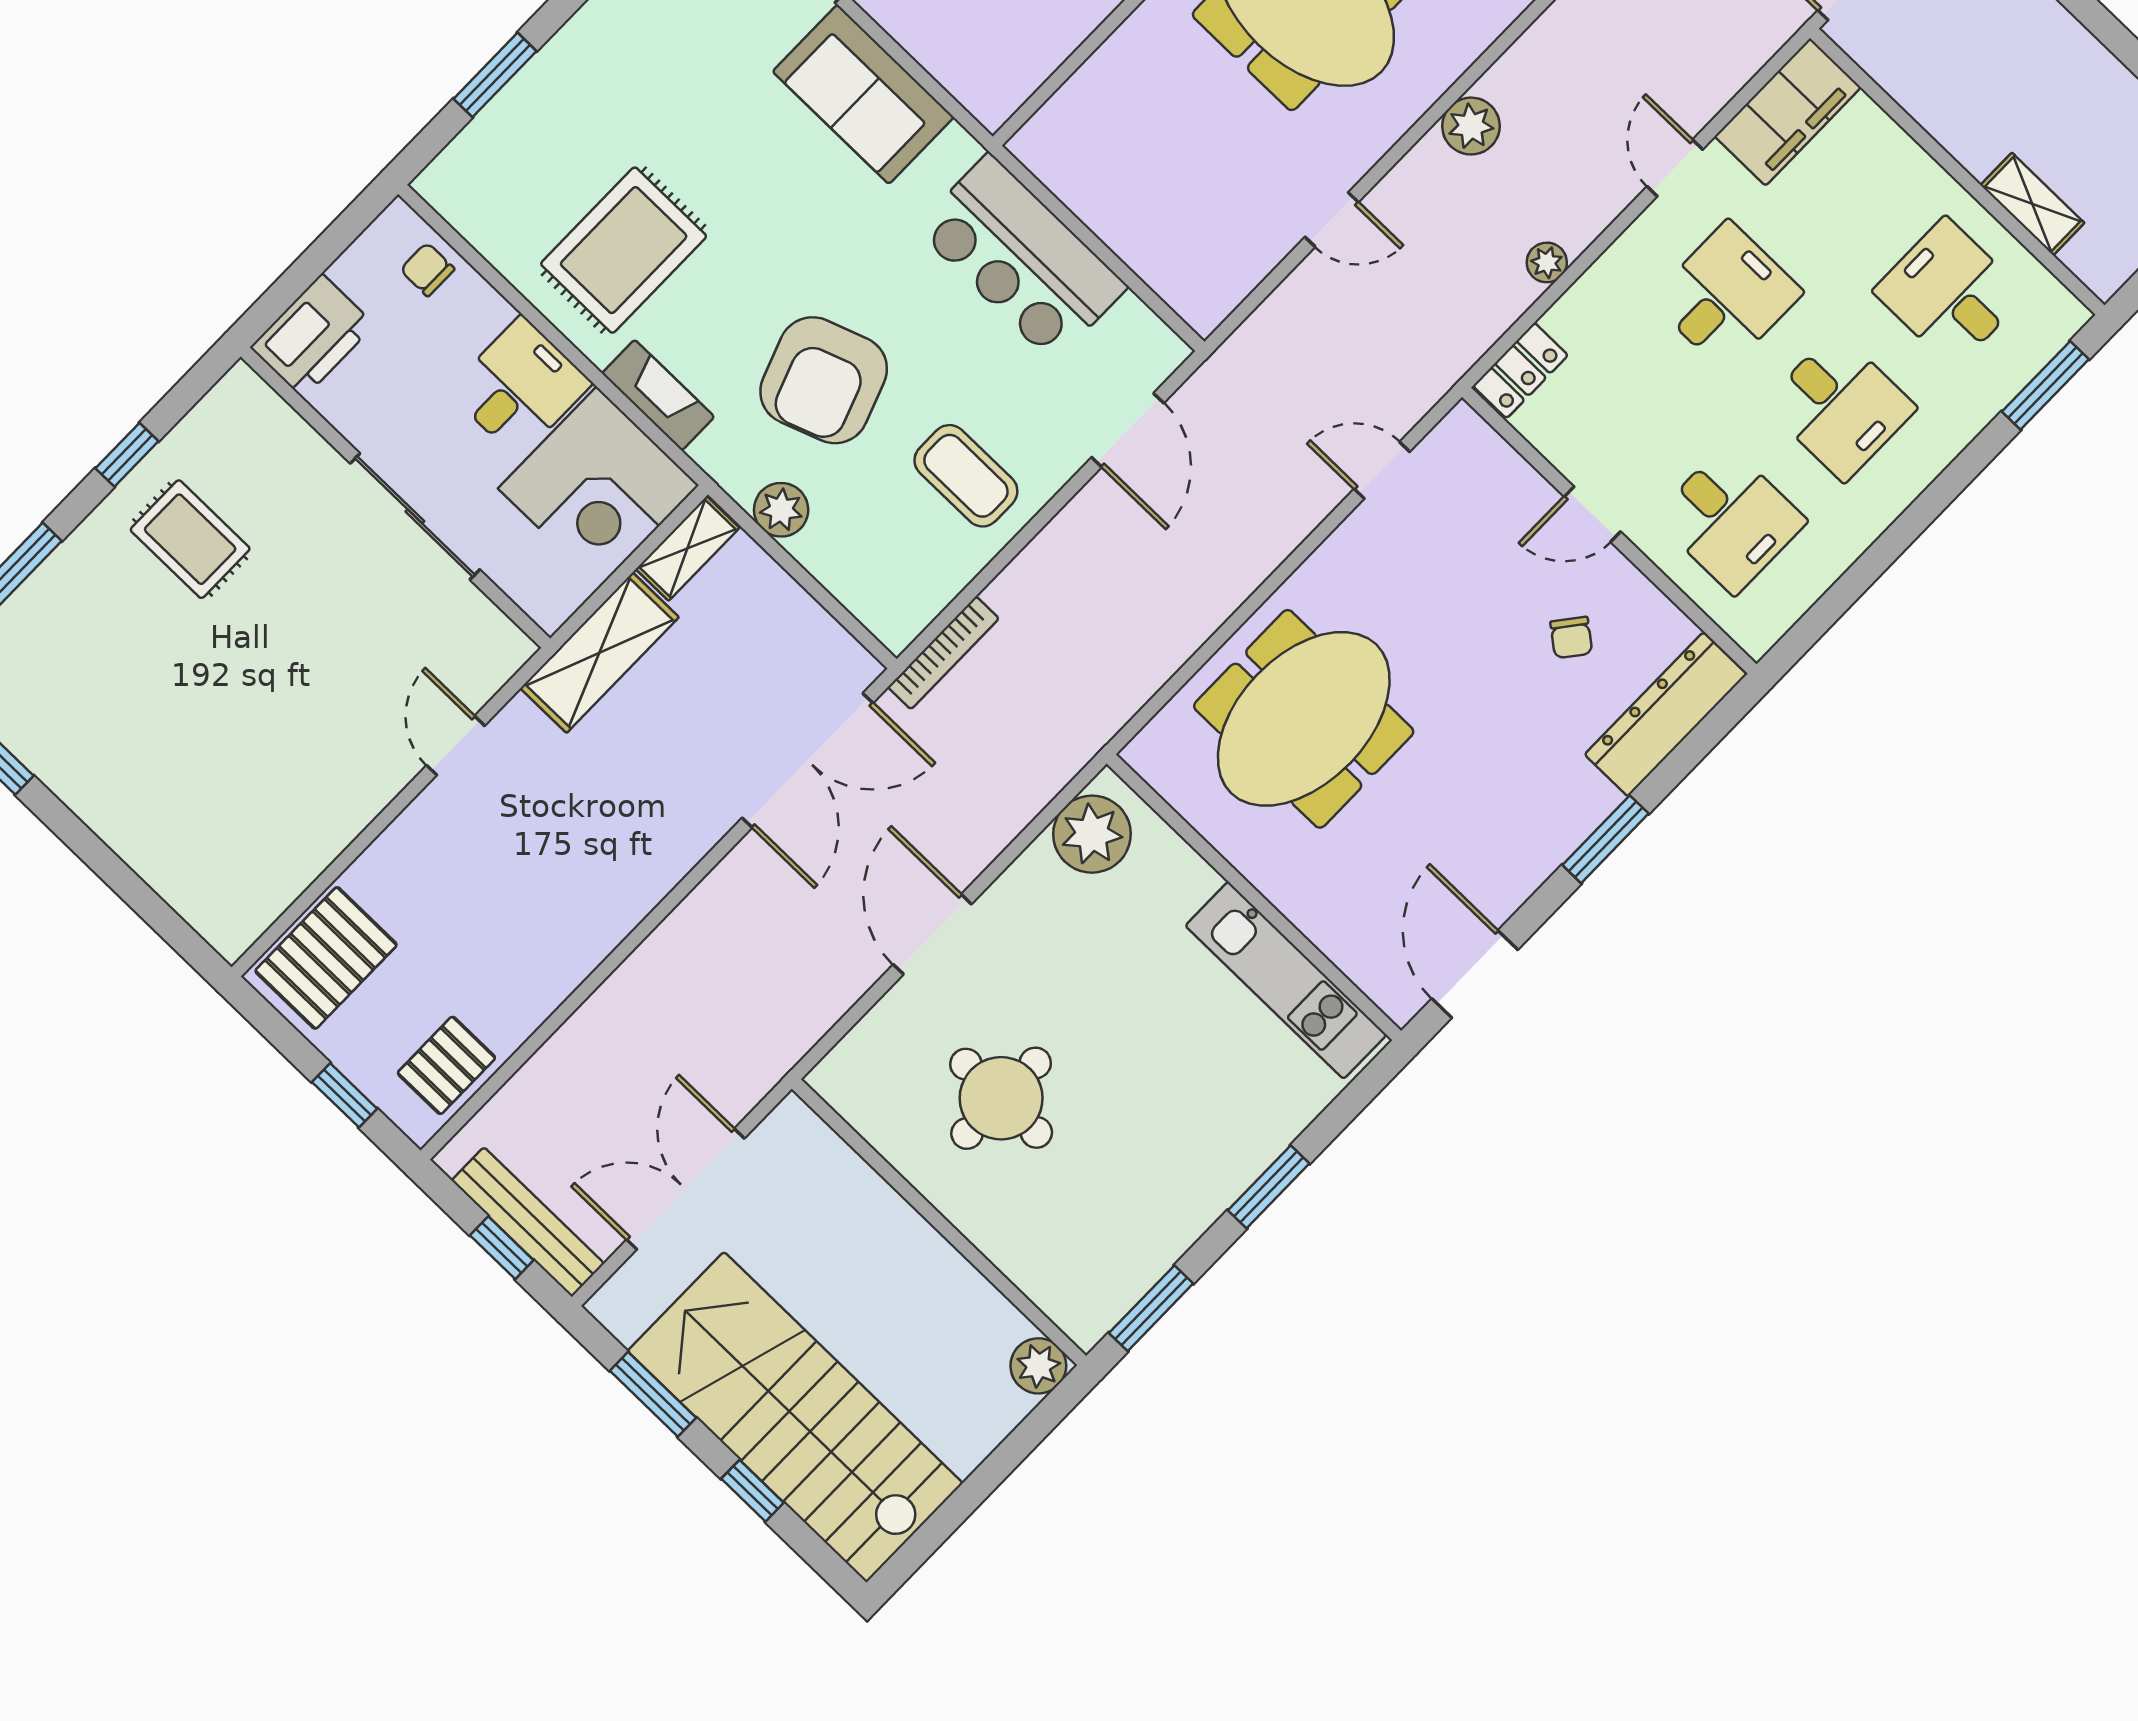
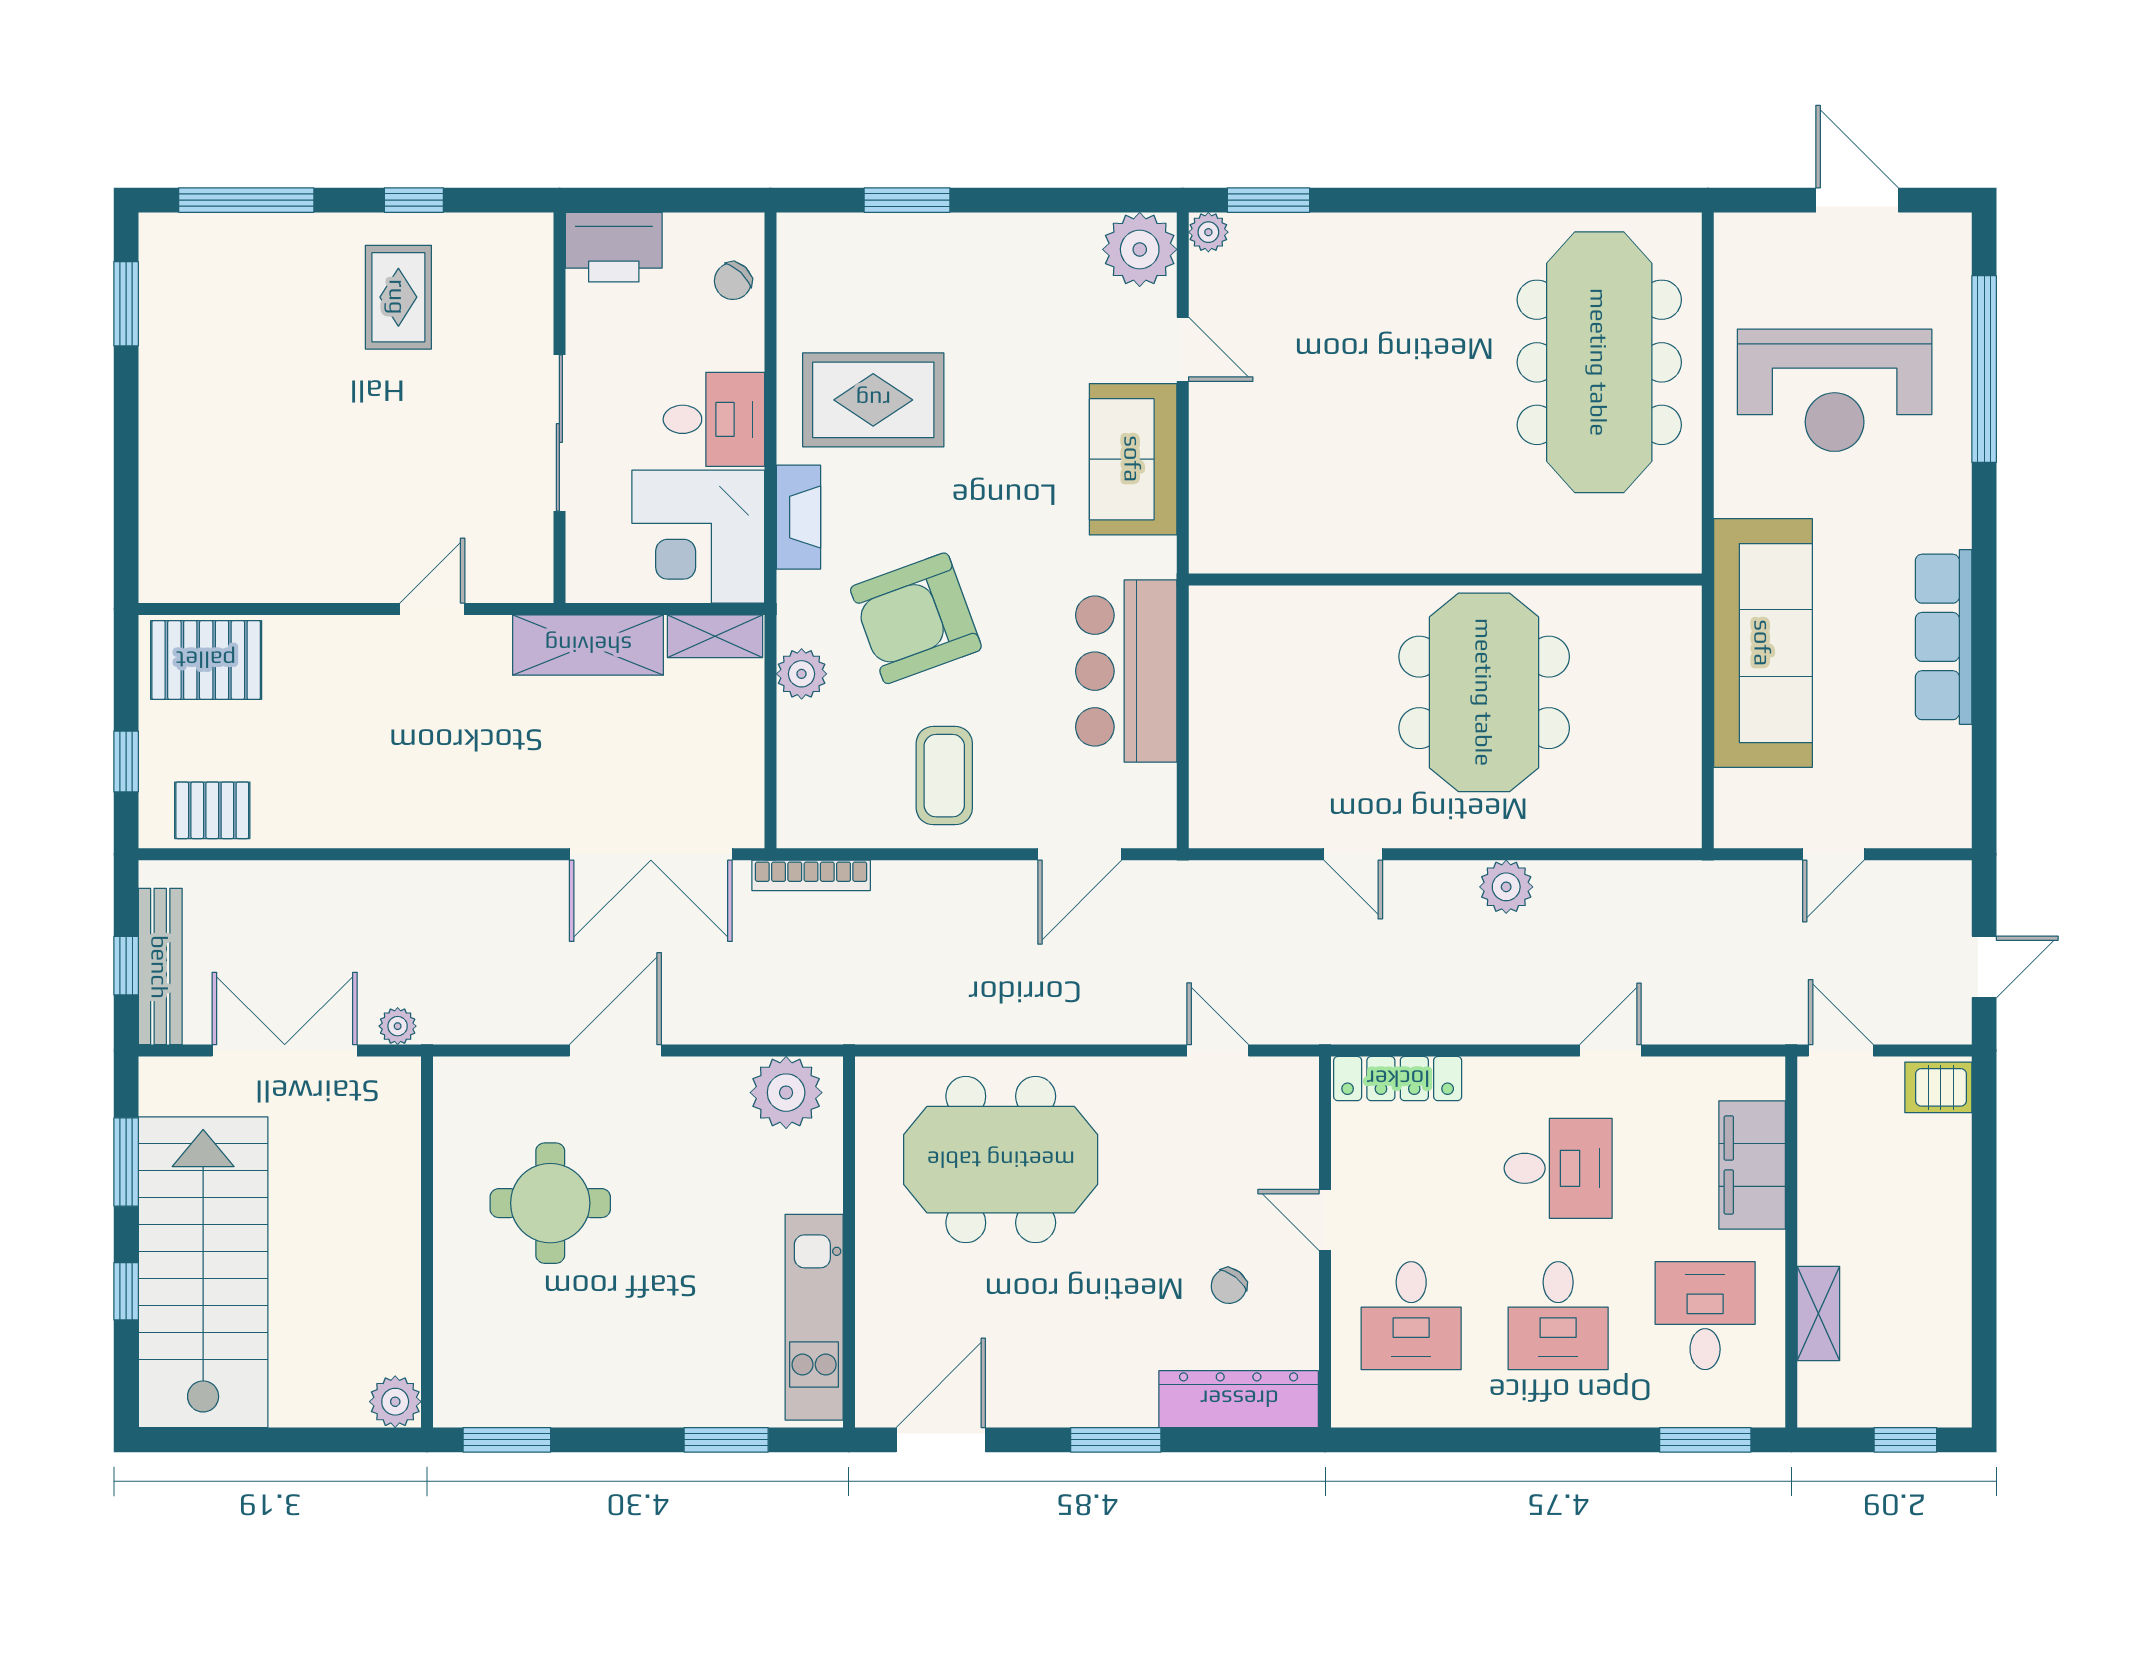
filing cabinet: (1788, 112) -> (1752, 1165), moved, turned 90
plant: (1547, 262) -> (398, 1026), moved
chair: (427, 269) -> (733, 281), turned -137
locker: (1520, 370) -> (1398, 1079), width x1.53
window: (1269, 1187) -> (726, 1440), moved

